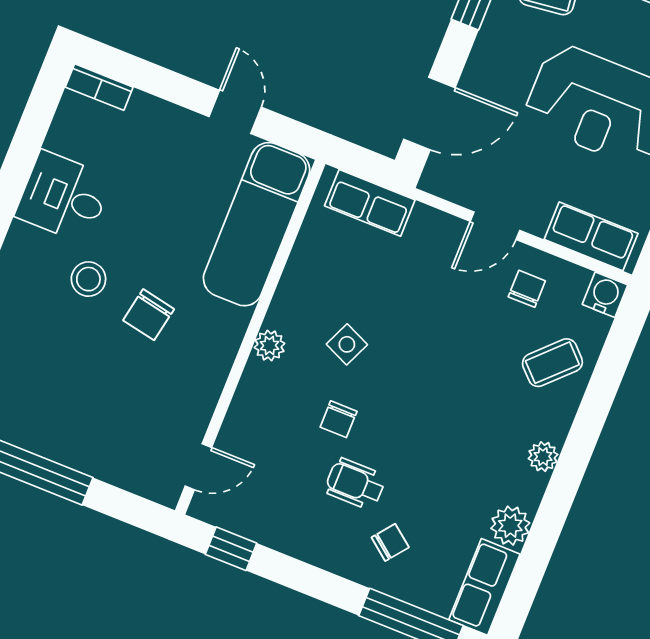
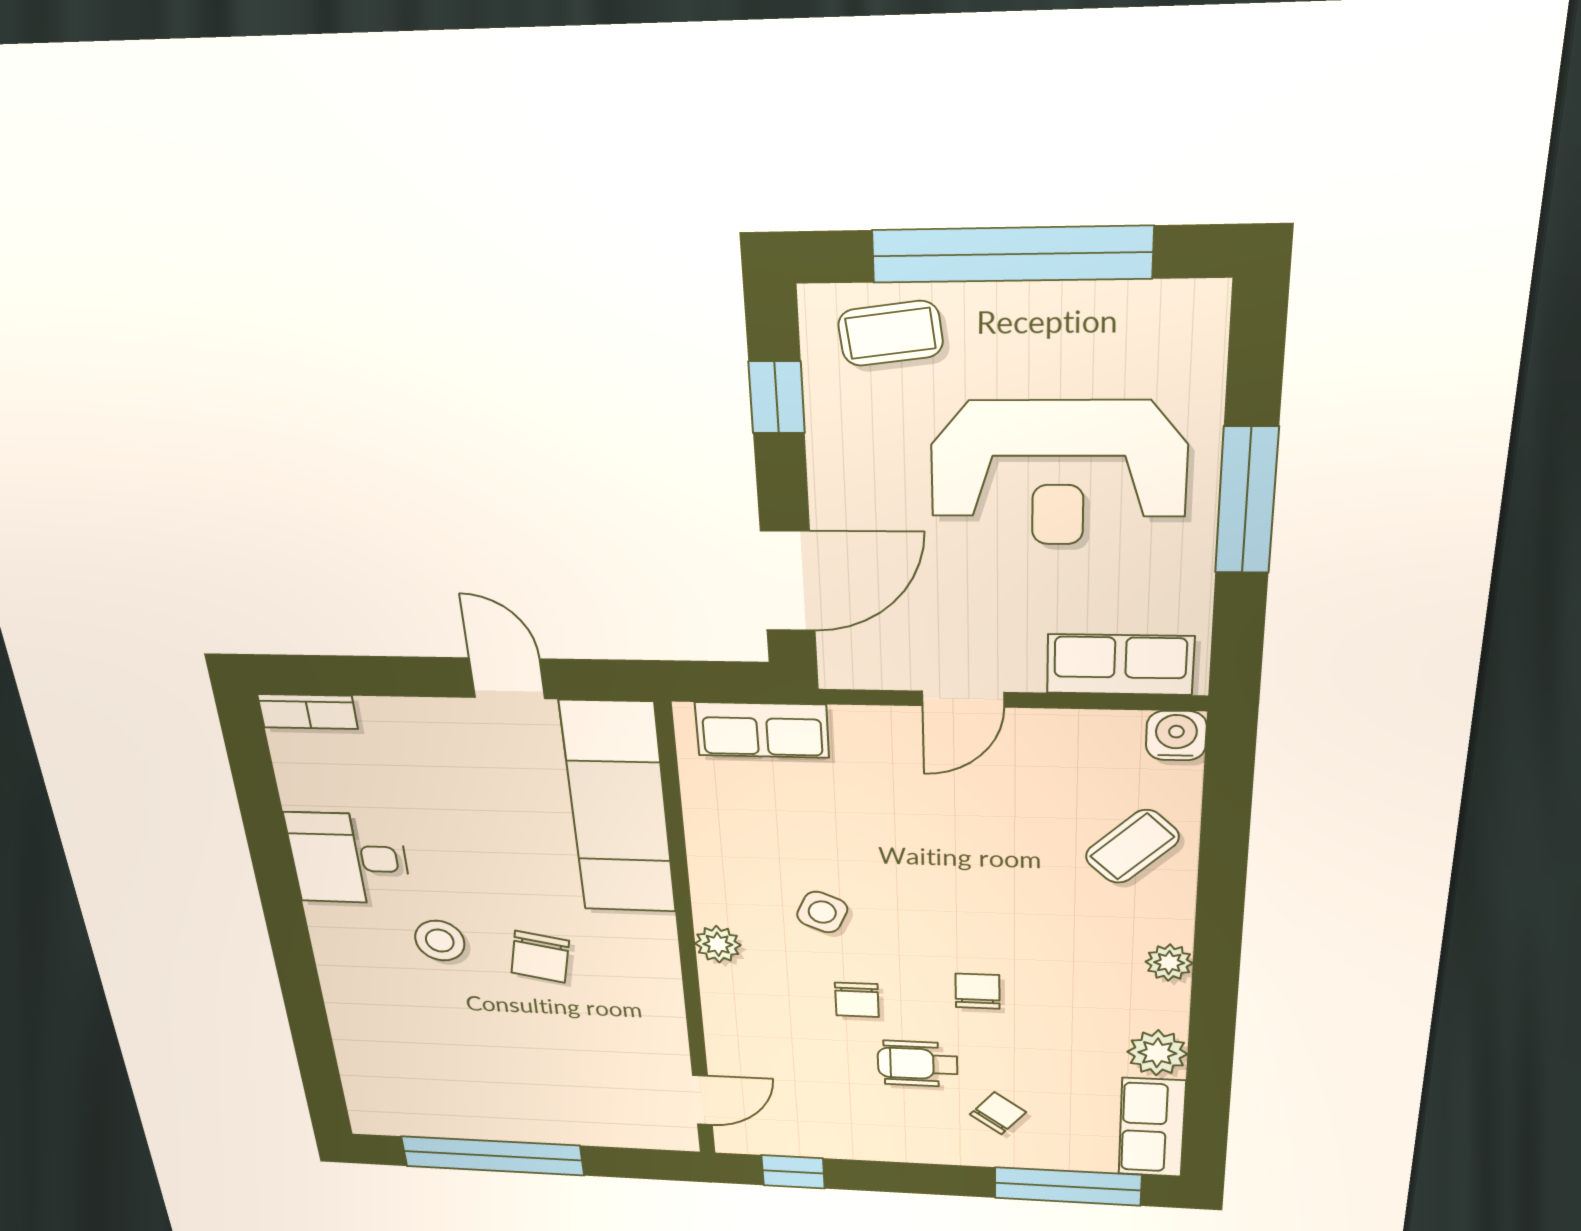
chair: (527, 289) -> (978, 991), moved

